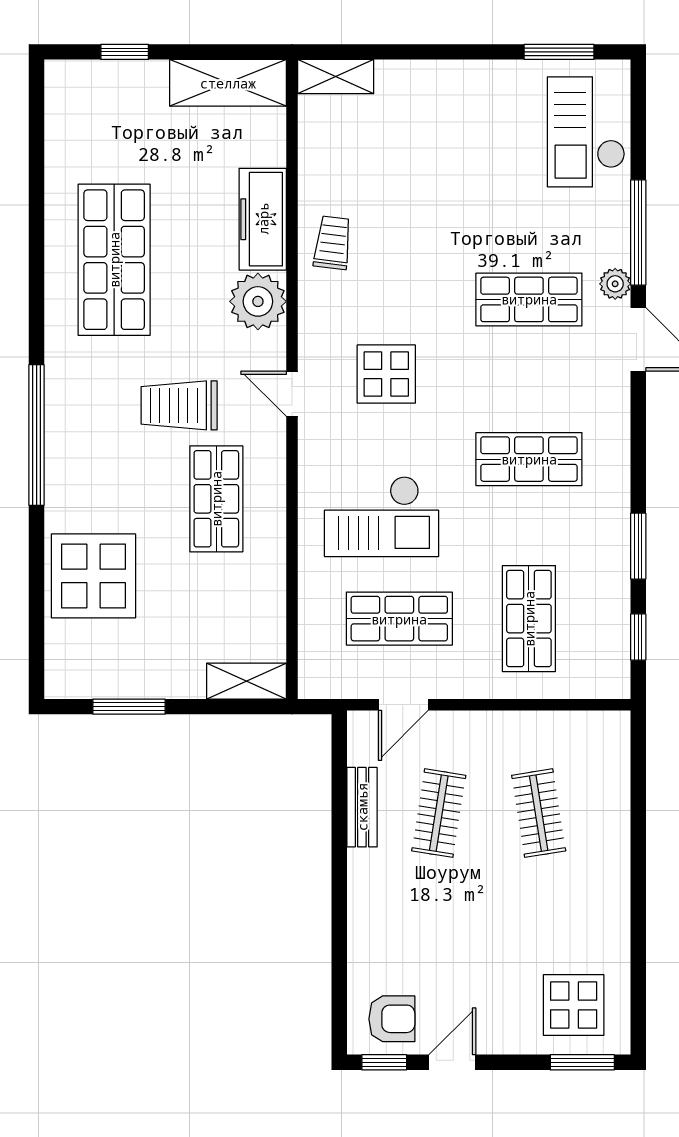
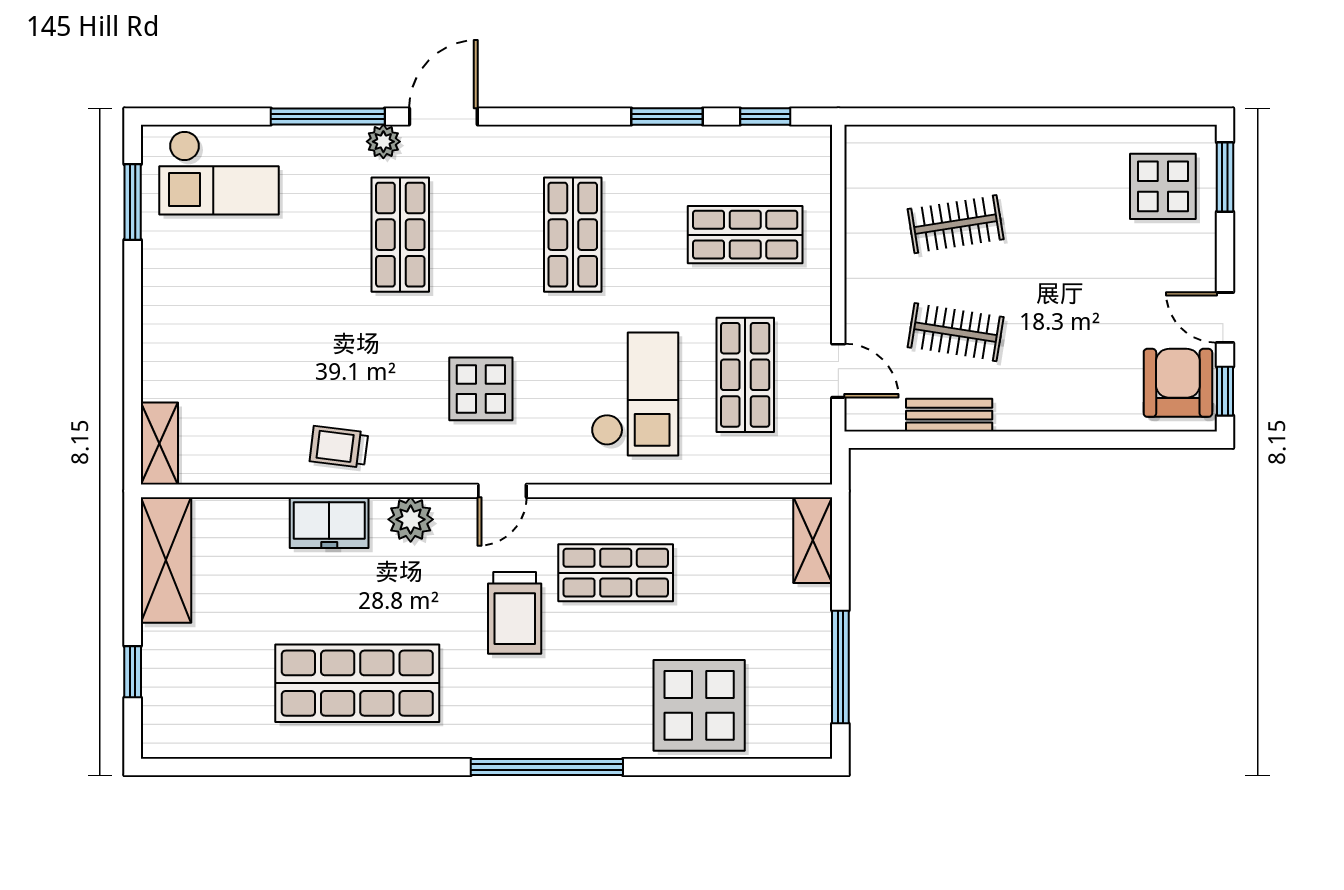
freezer: (263, 219) -> (329, 523), width x0.71
plant: (258, 301) -> (411, 519), width x0.73, depth x0.73
window: (129, 707) -> (840, 667), width x1.44
armchair: (392, 1019) -> (1178, 383), width x1.38, depth x1.38

